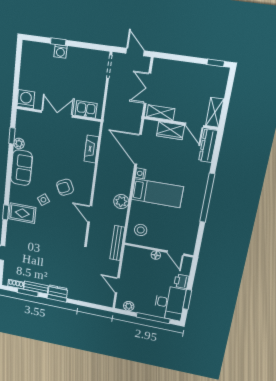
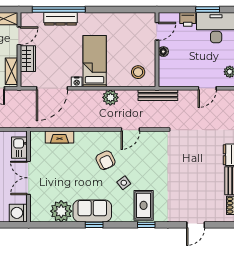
window: (12, 136) -> (94, 225), moved
plant: (19, 144) -> (61, 211), width x1.87, depth x1.87
dresser: (208, 146) -> (60, 19), moved
window: (207, 198) -> (59, 9), moved

